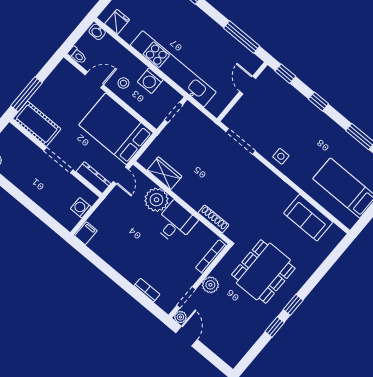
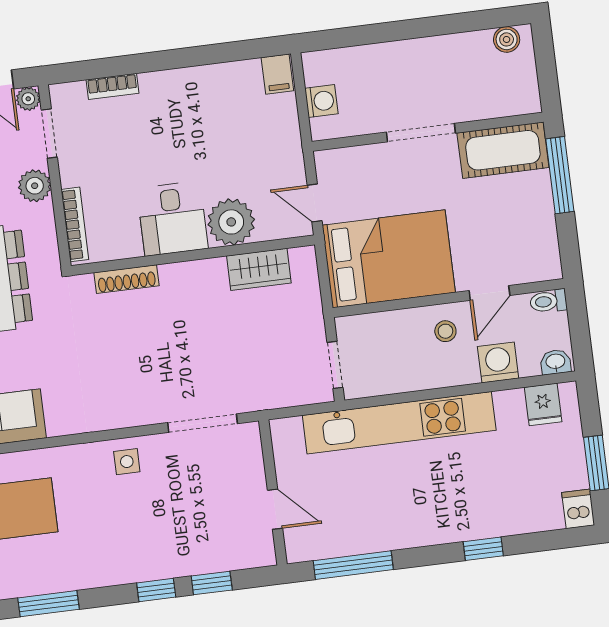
window: (285, 74) -> (212, 583), moved
washing machine: (150, 81) -> (498, 362), moved
dresser: (93, 178) -> (348, 160), removed

